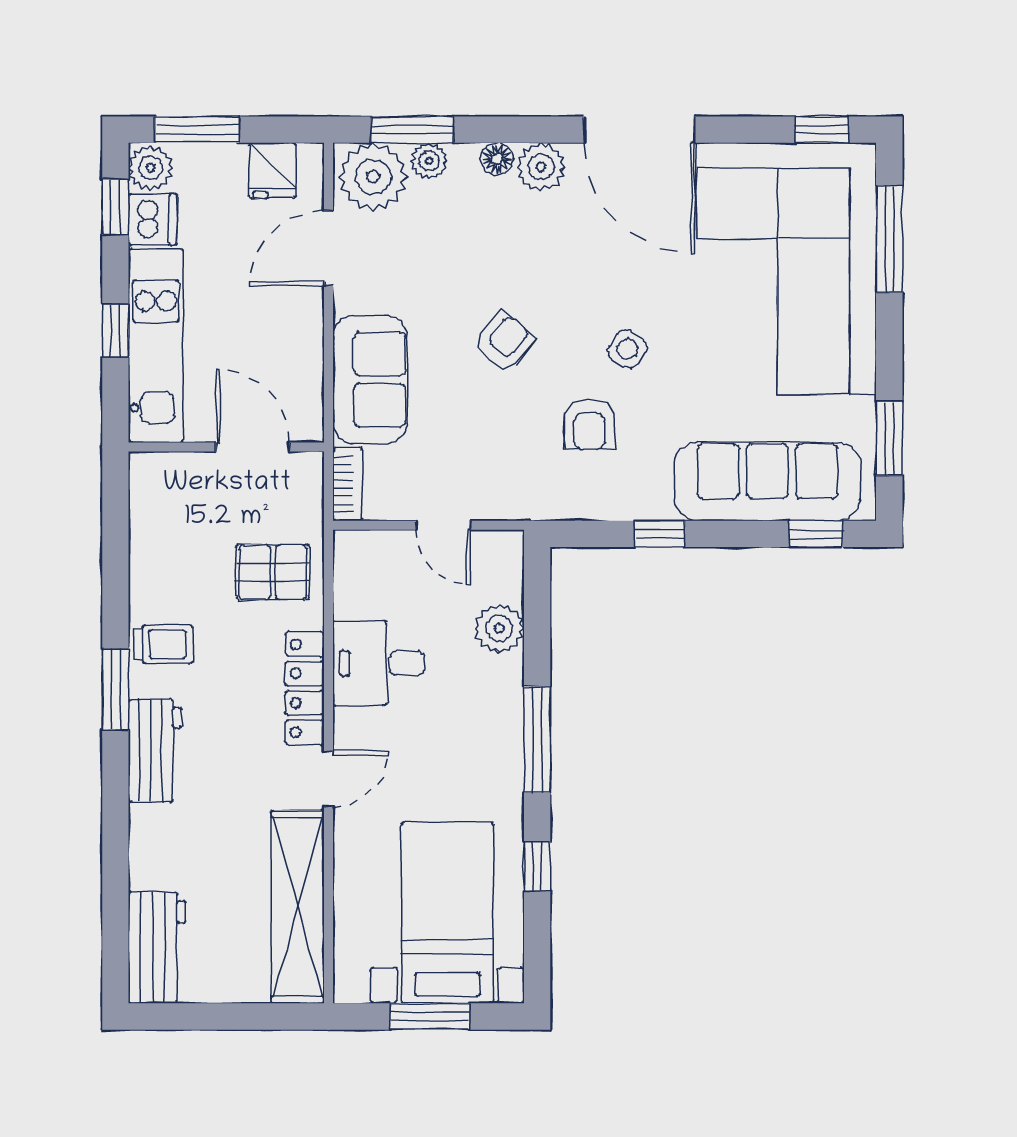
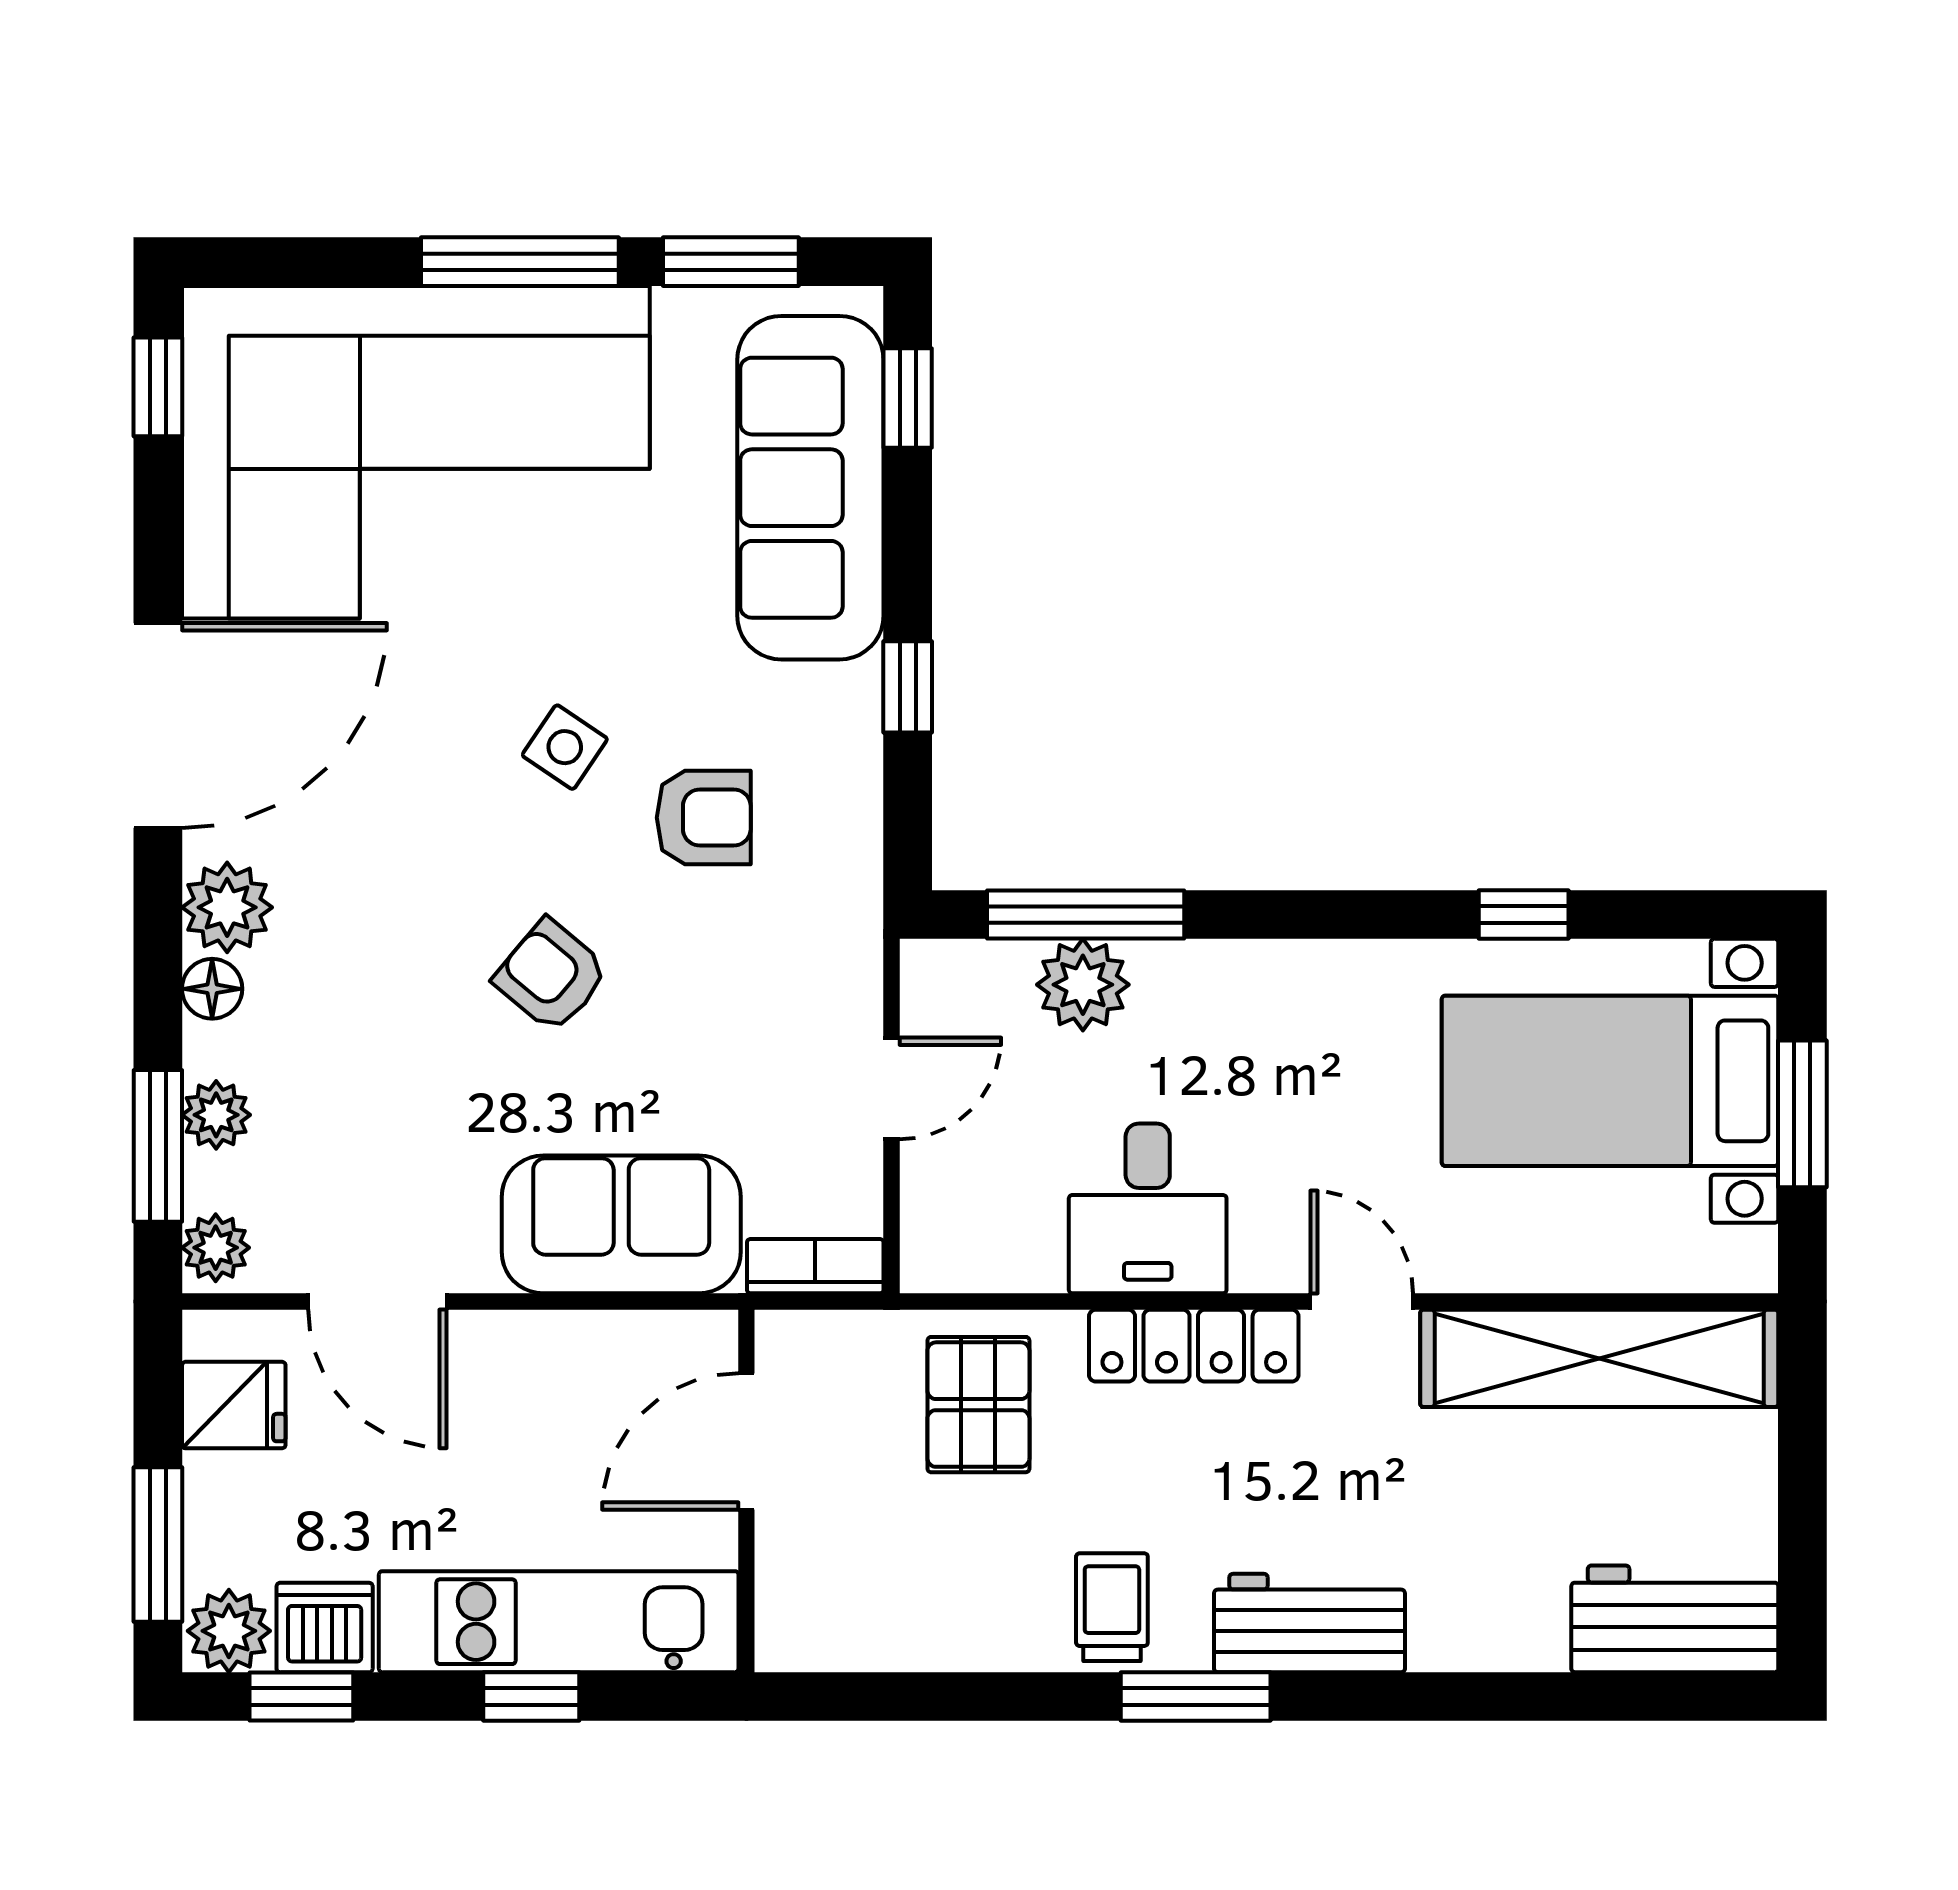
plant: (373, 177) -> (216, 1248), width x0.53, depth x0.53
window: (889, 239) -> (520, 262), moved
window: (537, 740) -> (1086, 915), moved

